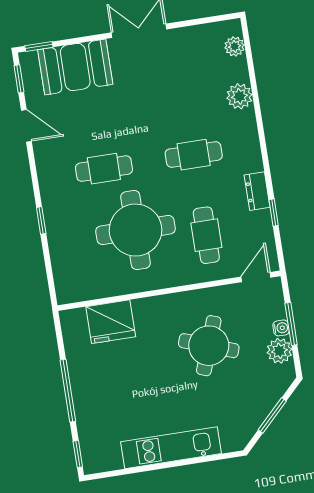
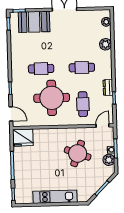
door: (26, 126) -> (11, 114), moved
fridge: (111, 322) -> (23, 138), moved

